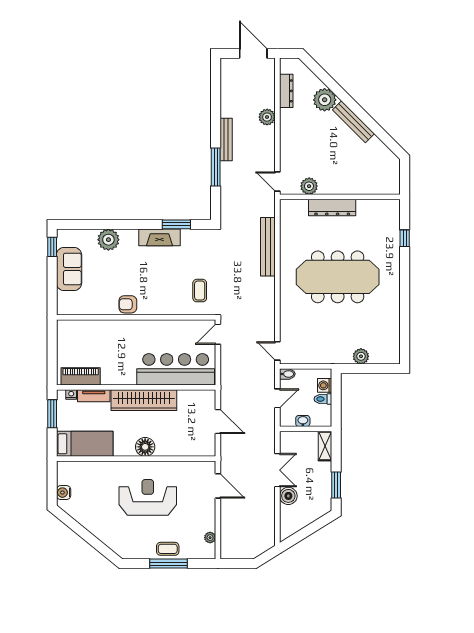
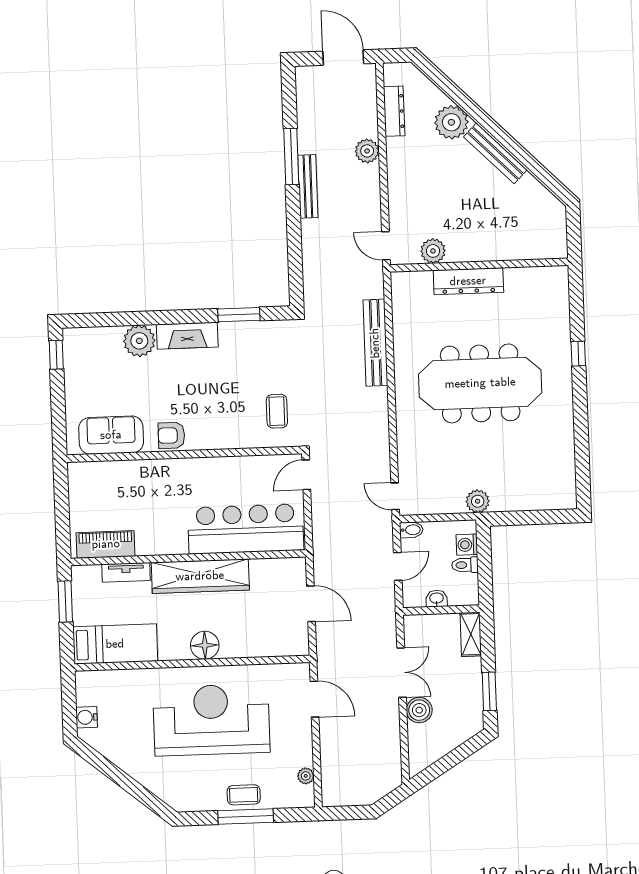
window: (216, 167) -> (291, 157), moved
fireplace: (160, 237) -> (187, 336), moved
window: (405, 238) -> (578, 354), moved
sofa: (69, 269) -> (111, 435), moved, turned -90
plant: (361, 356) -> (478, 501), moved
nightstand: (71, 394) -> (93, 572), removed
reception desk: (148, 497) -> (211, 720), width x1.36, depth x1.30

